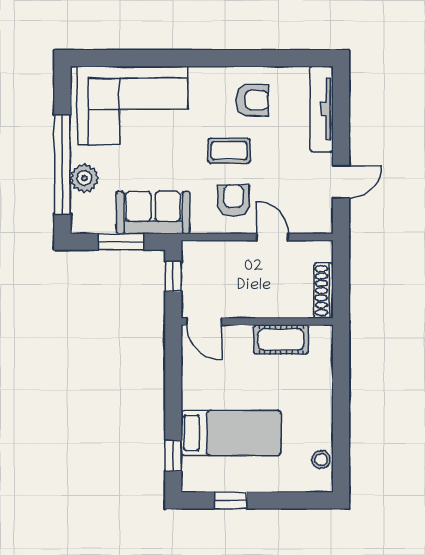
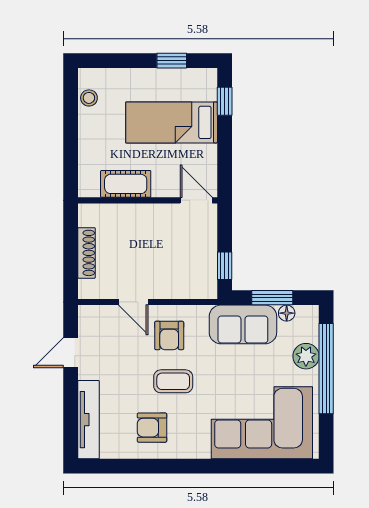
floor lamp: (105, 225) -> (287, 313), added
door: (204, 321) -> (196, 200), moved
wall: (257, 321) -> (148, 200), moved
cot: (281, 339) -> (126, 184), moved

